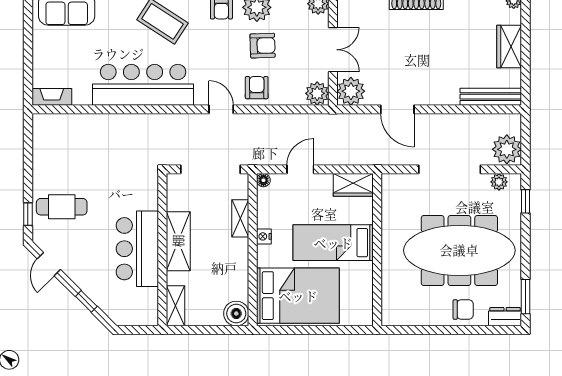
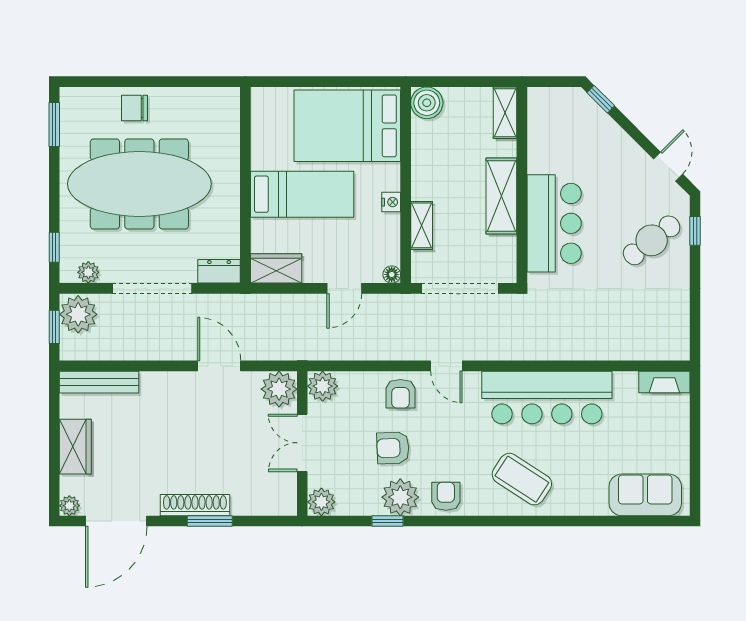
window: (526, 140) -> (54, 327), added
cafe table: (62, 207) -> (652, 240), turned -38
bar counter: (137, 249) -> (554, 223), moved
window: (86, 301) -> (601, 99), moved
dresser: (505, 317) -> (219, 271), moved, turned 180

